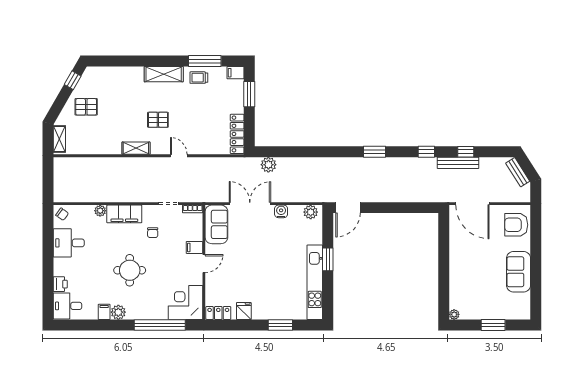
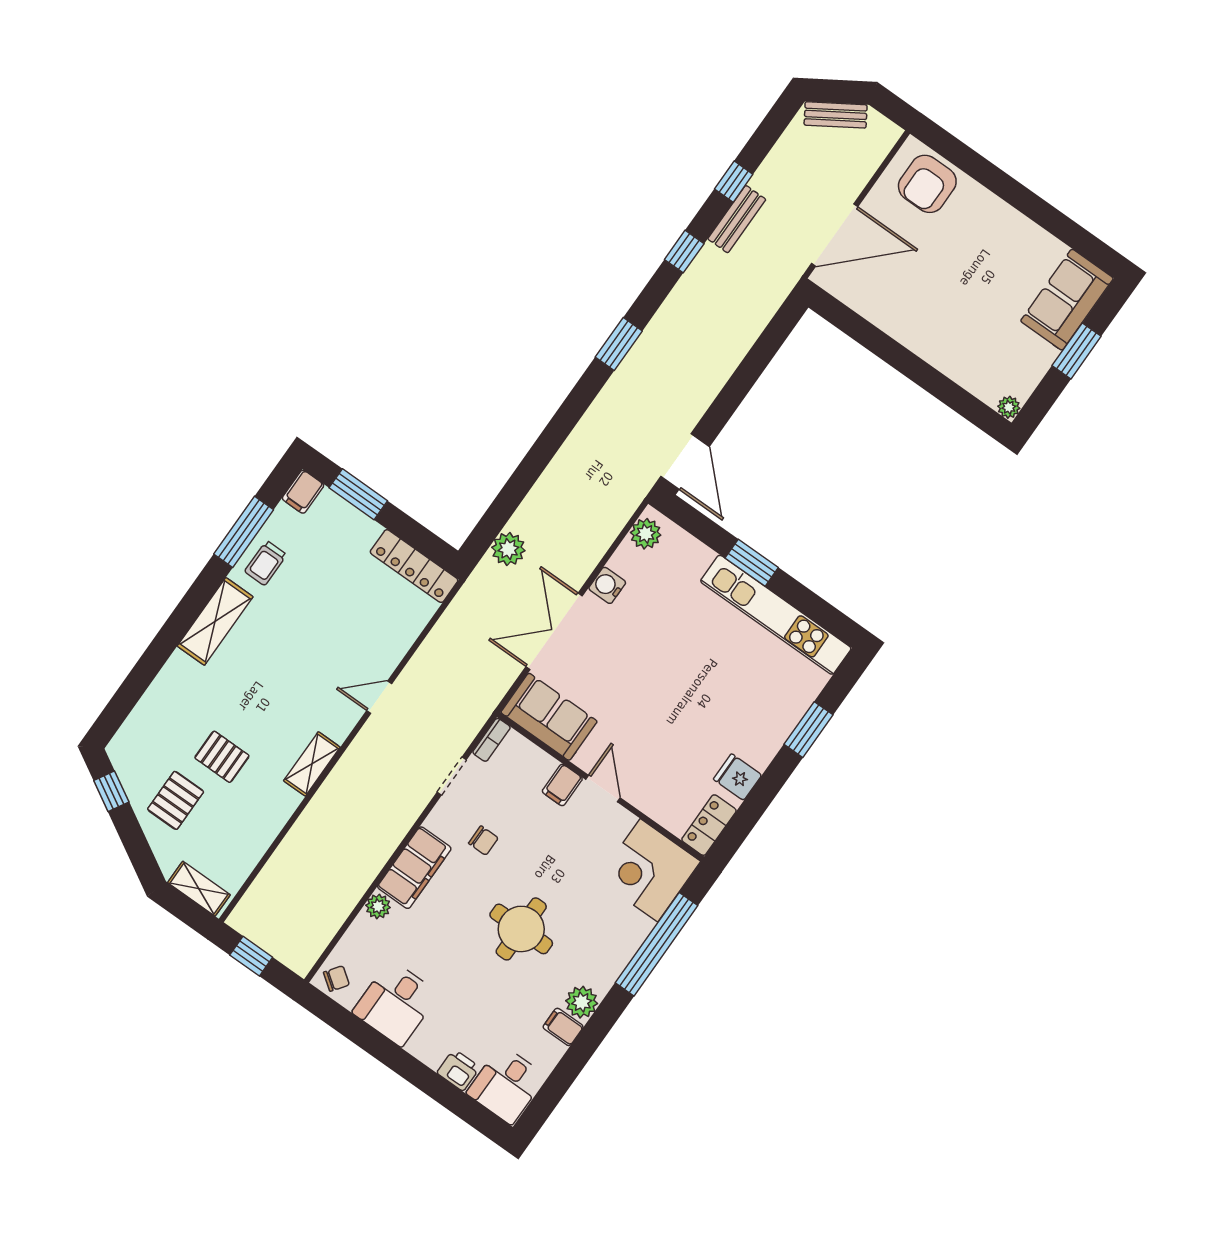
pallet: (158, 120) -> (222, 757), moved, turned 90
bench: (458, 163) -> (737, 219), width x0.73
window: (48, 176) -> (251, 956), added
sofa: (519, 272) -> (1067, 300), moved, turned 90

